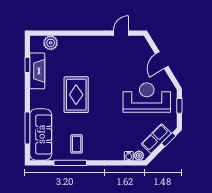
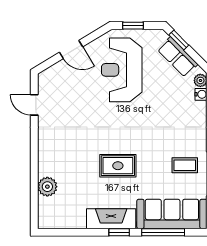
plant: (51, 43) -> (47, 187), moved
window: (27, 65) -> (119, 232), moved
fireplace: (37, 71) -> (111, 219), moved
rug: (76, 95) -> (118, 166), width x0.73, depth x0.70

